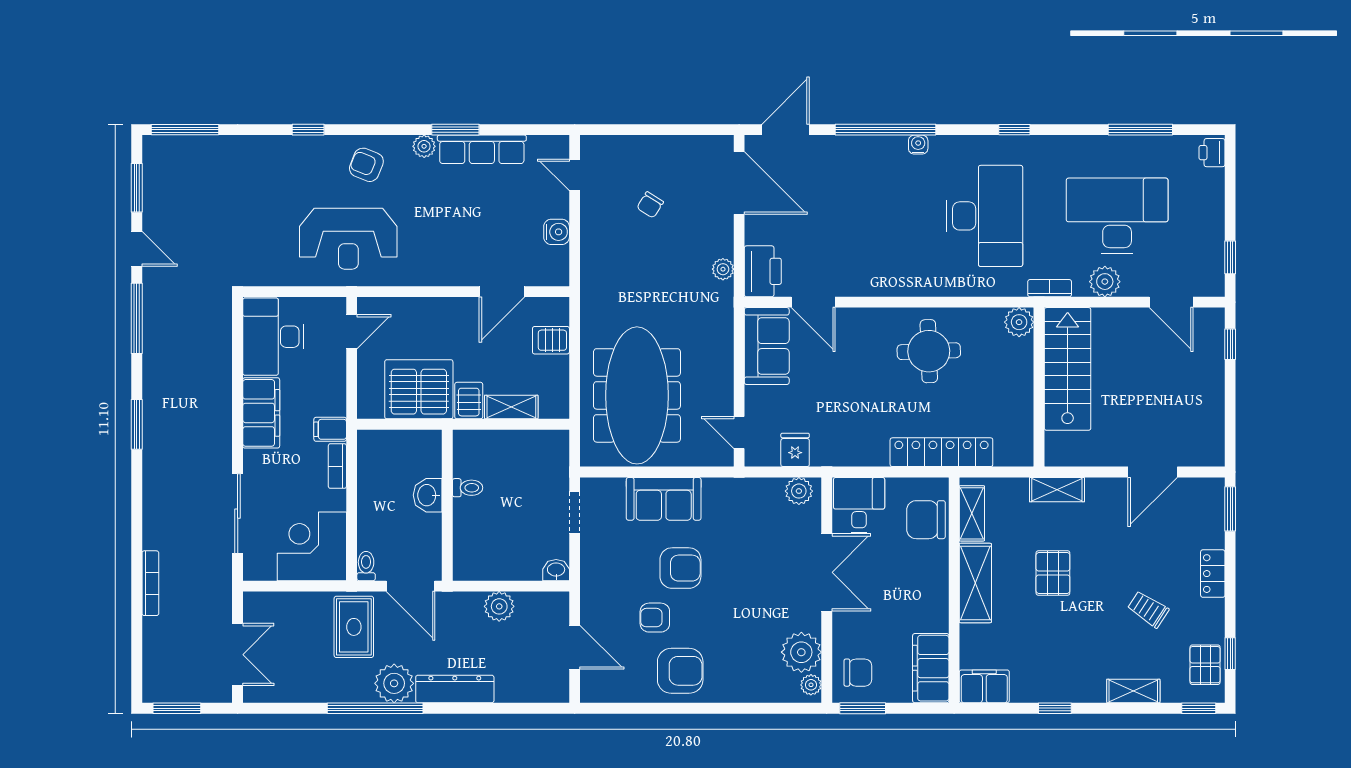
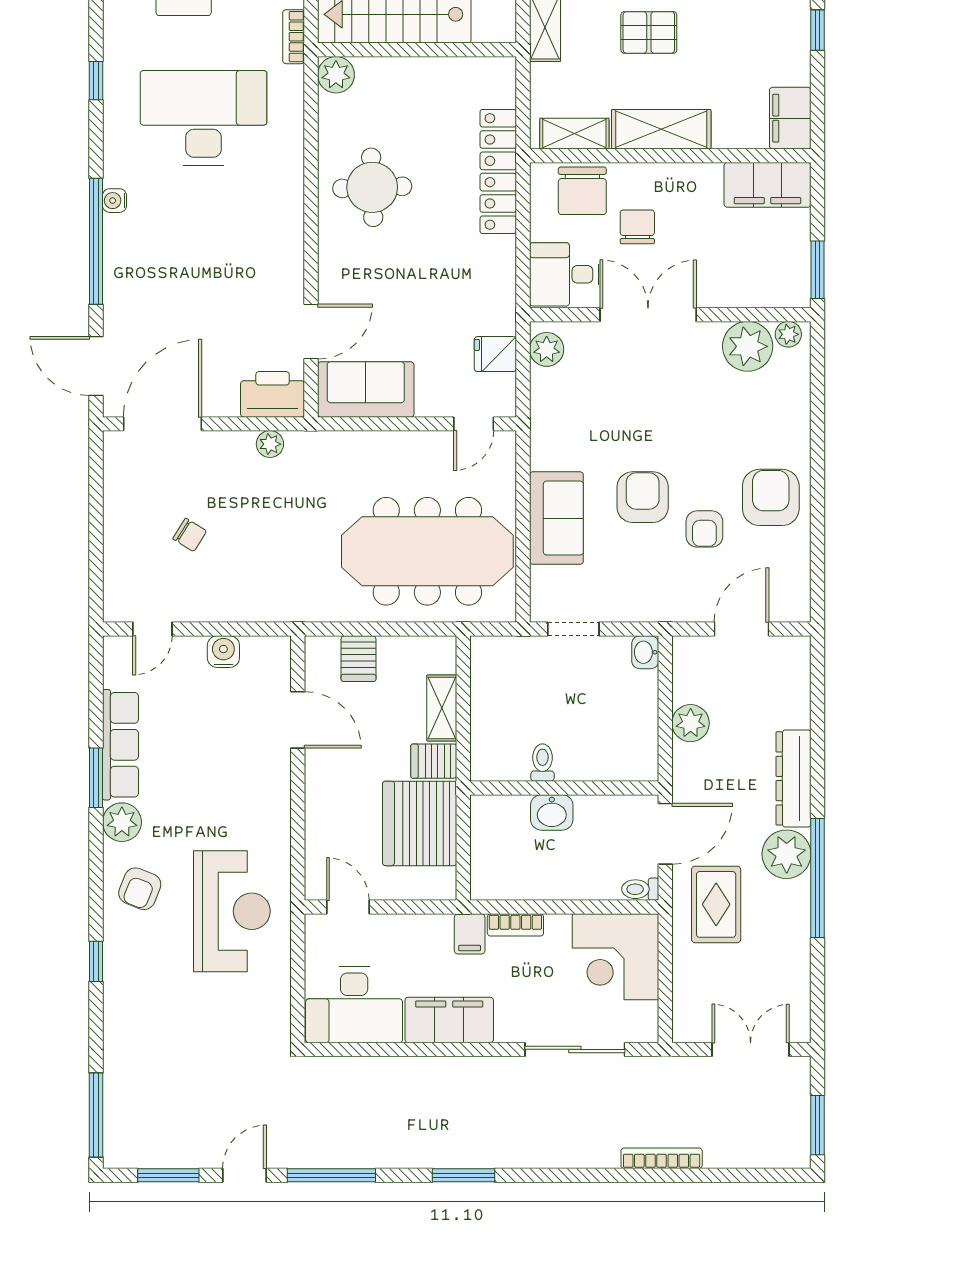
plant: (424, 146) -> (122, 822), width x1.38, depth x1.38
rug: (354, 627) -> (716, 904), turned 90
chair: (858, 673) -> (637, 227), moved

